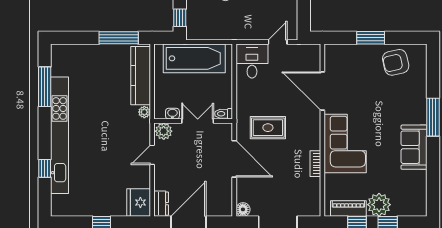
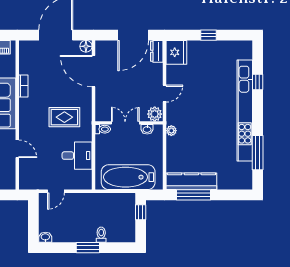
desk: (252, 61) -> (77, 156), moved, turned -90
kitchen counter: (141, 76) -> (191, 181), moved, turned -90
door: (322, 91) -> (17, 149), width x0.53
double door: (198, 121) -> (125, 123), swing flipped
door: (234, 159) -> (94, 71), moved

